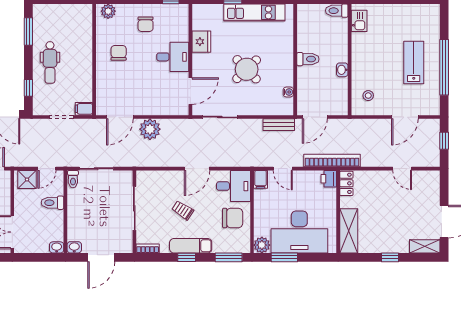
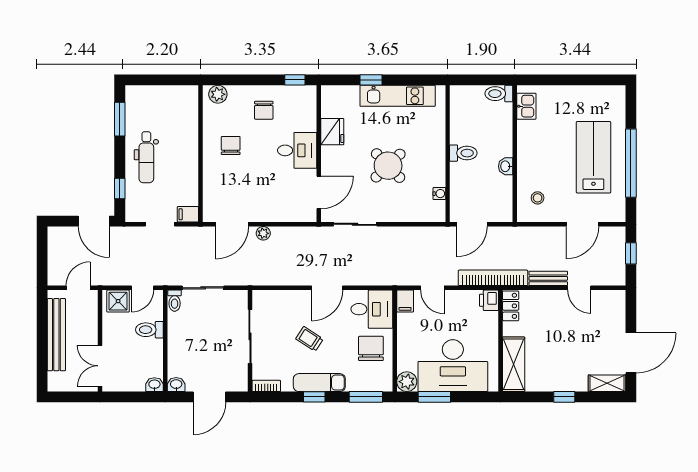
lab bench: (414, 62) -> (593, 157), width x1.36, depth x1.39
bench: (279, 125) -> (548, 278), moved
plant: (150, 129) -> (263, 233), width x0.53, depth x0.53
chair: (233, 218) -> (371, 348), turned -90

